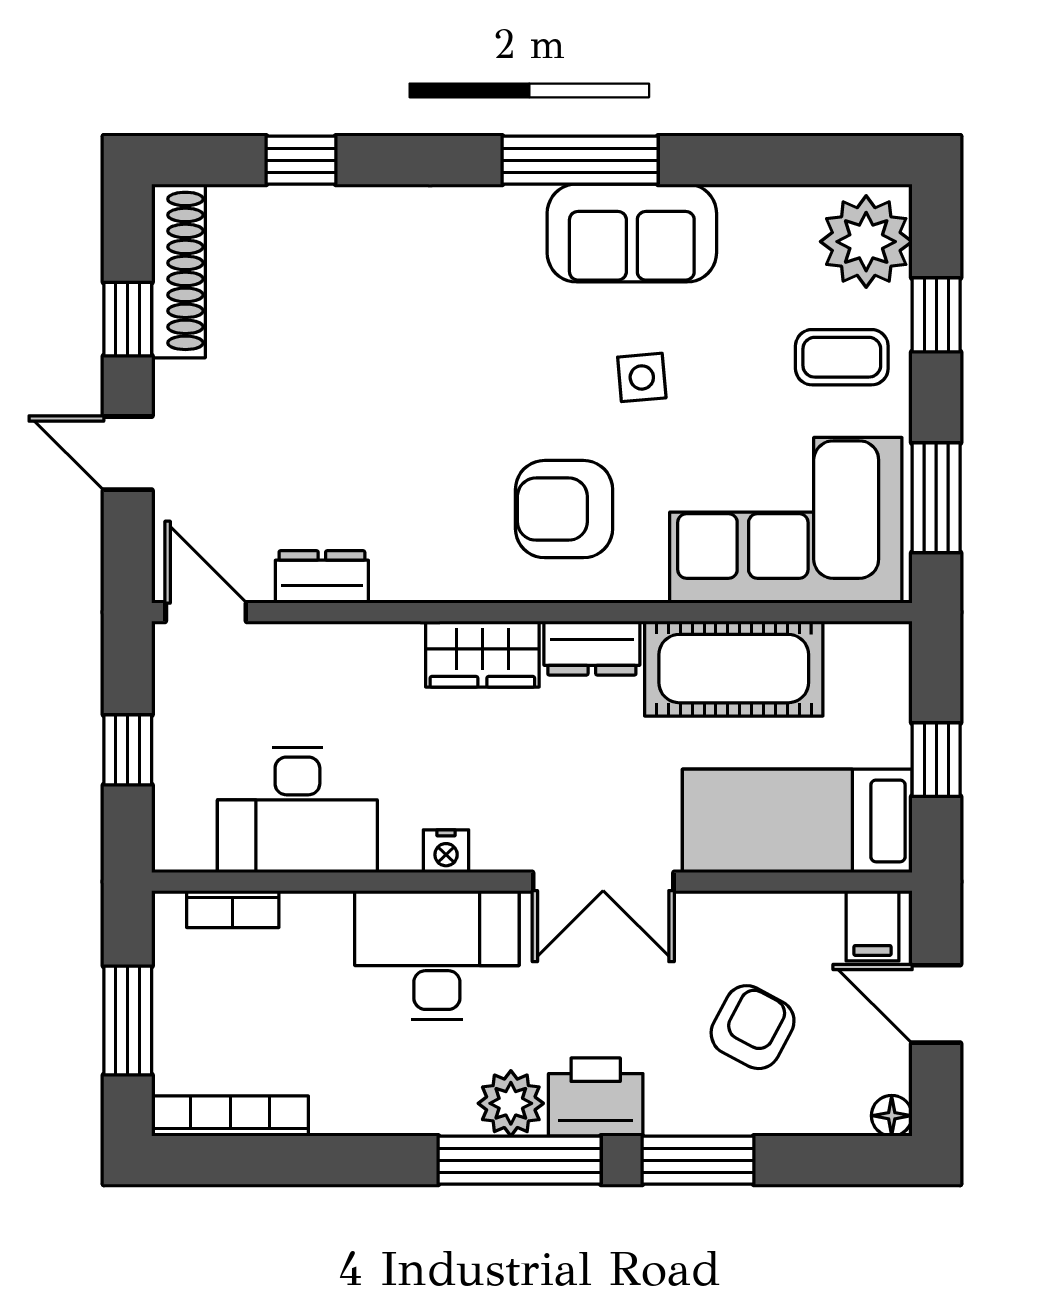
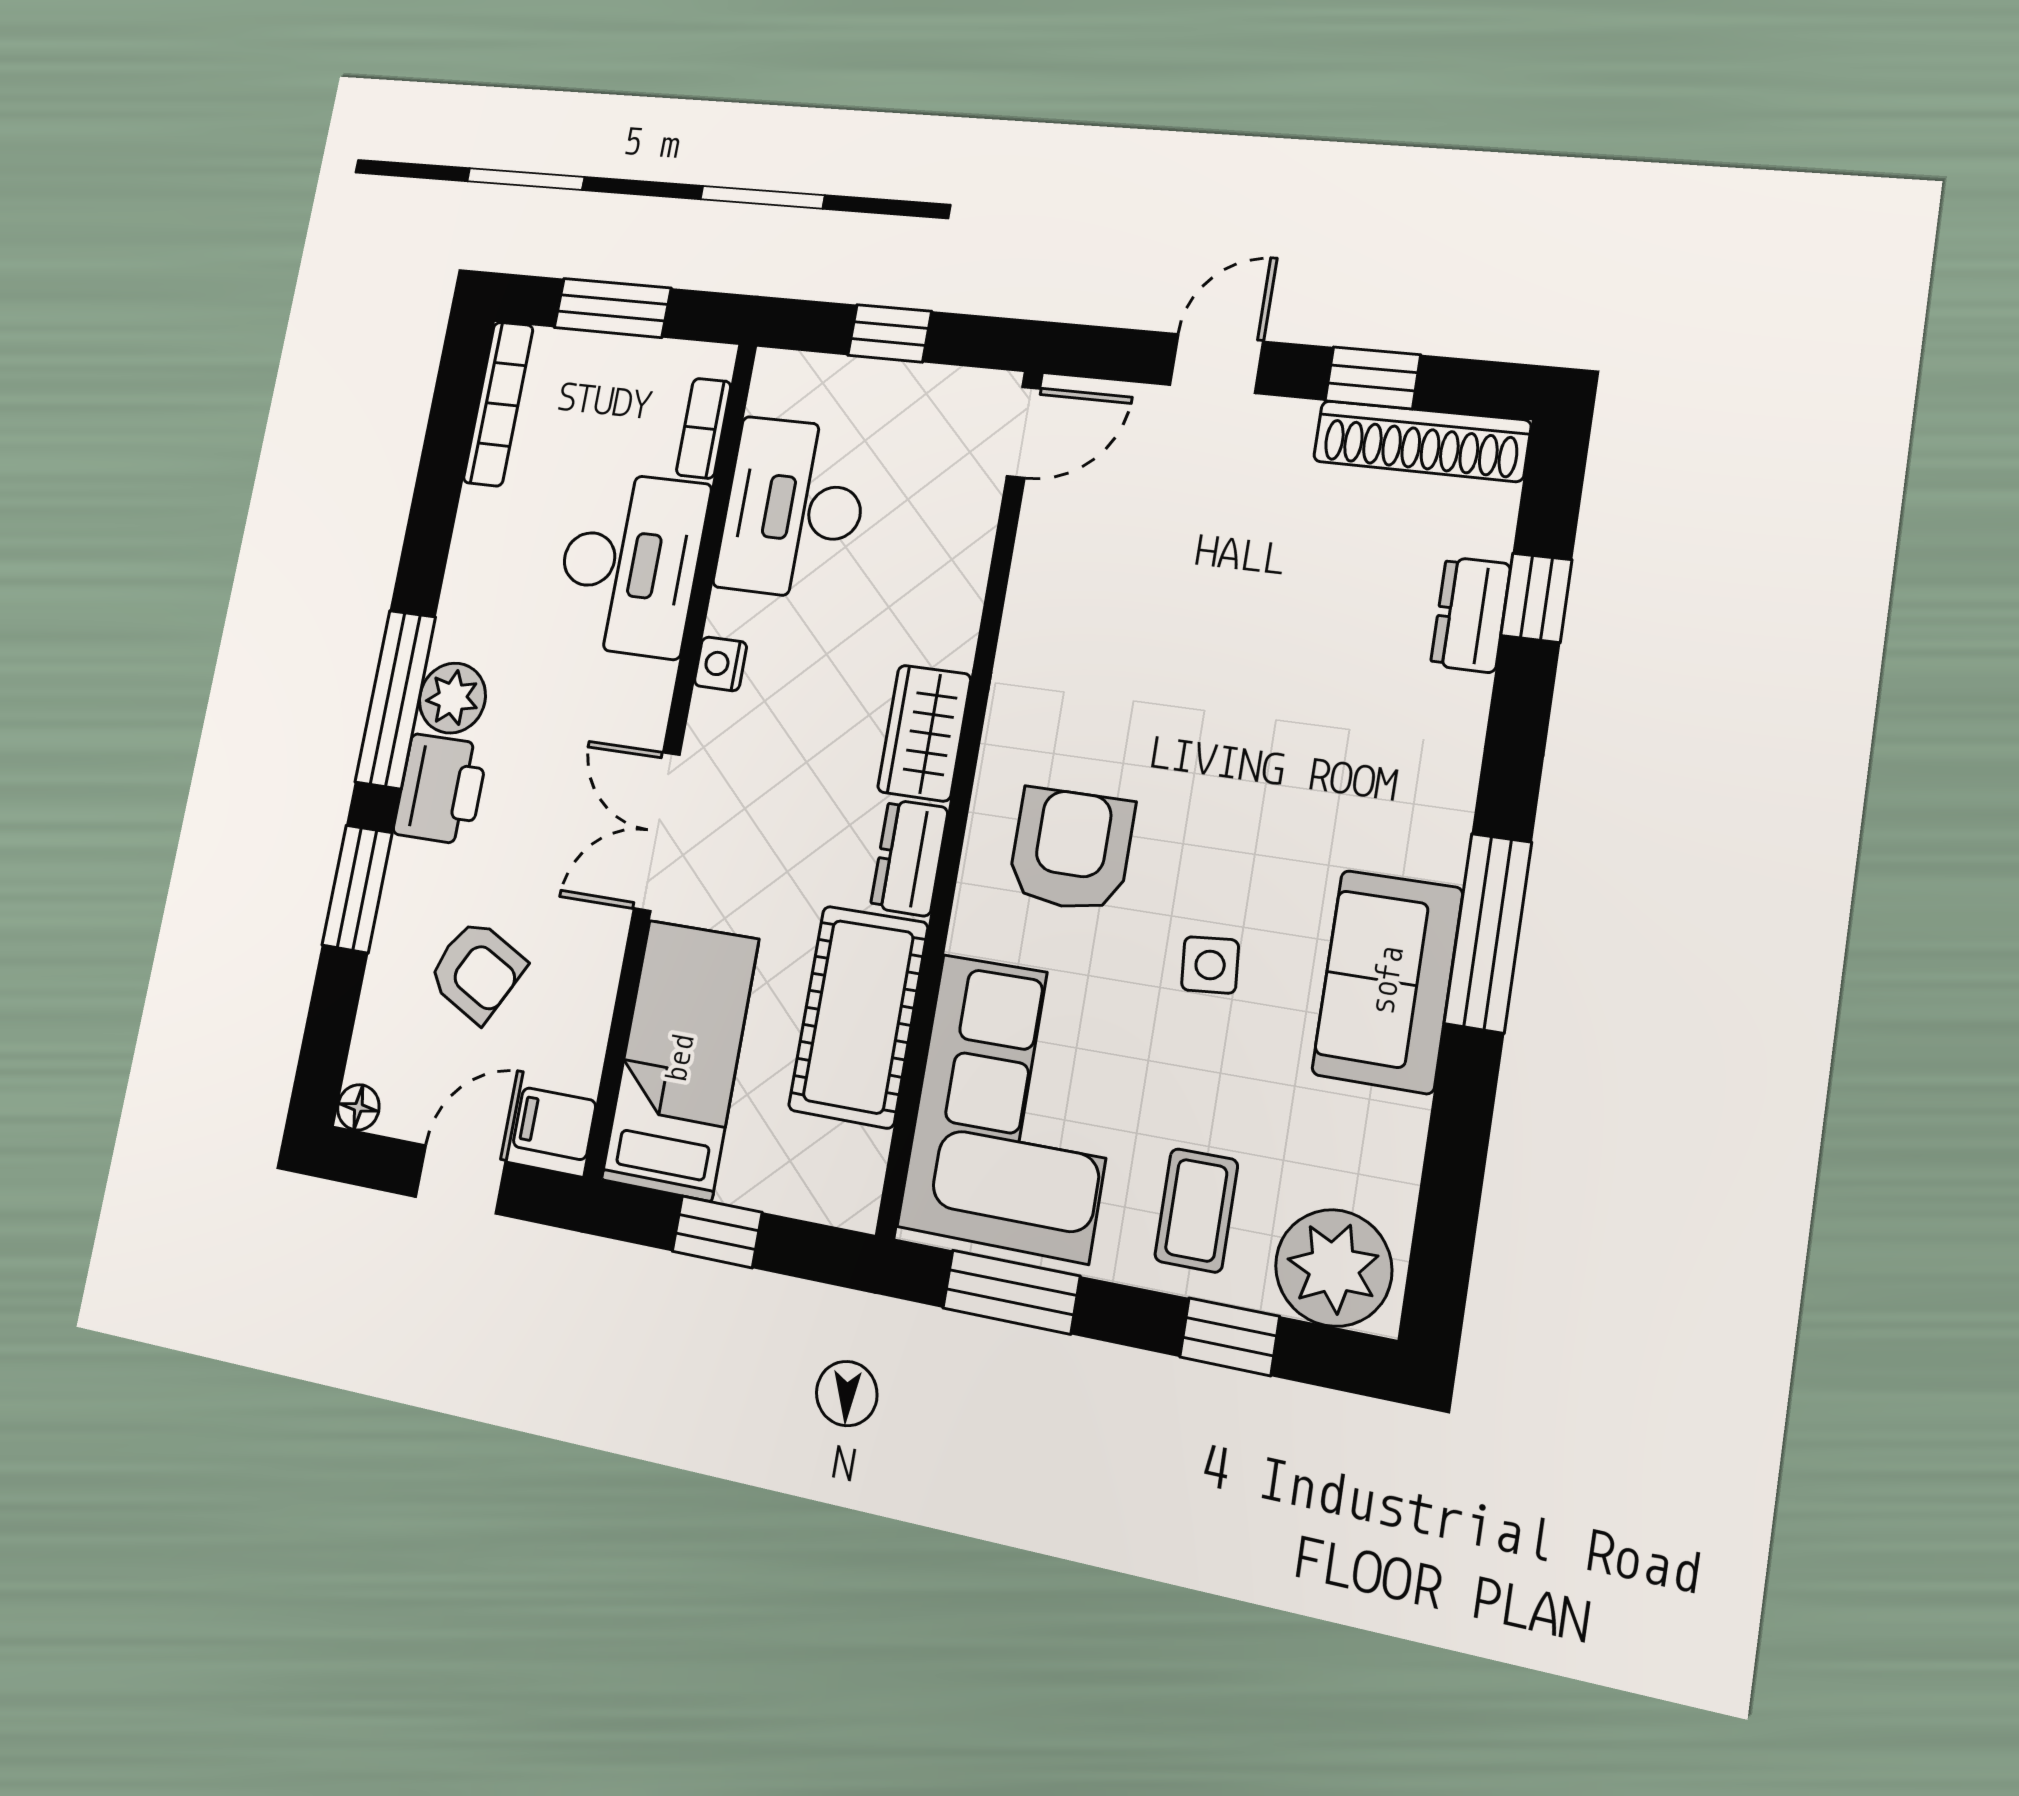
dresser: (322, 577) -> (1471, 615), moved, turned 180
desk: (437, 955) -> (630, 564), moved

